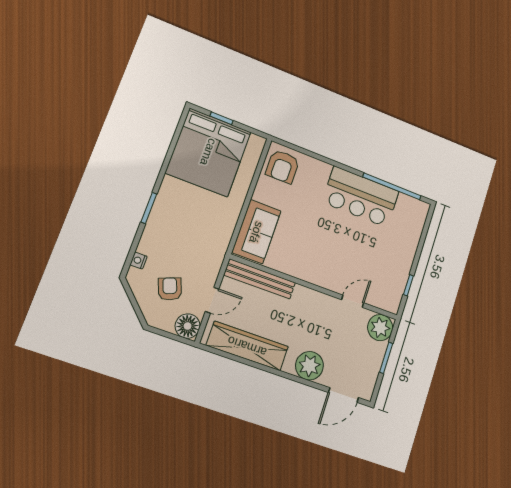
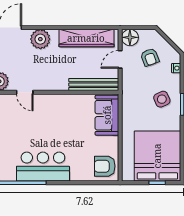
armchair: (283, 167) -> (105, 166), turned -90
side table: (174, 225) -> (162, 99), added
door: (353, 301) -> (25, 92), hinge flipped

